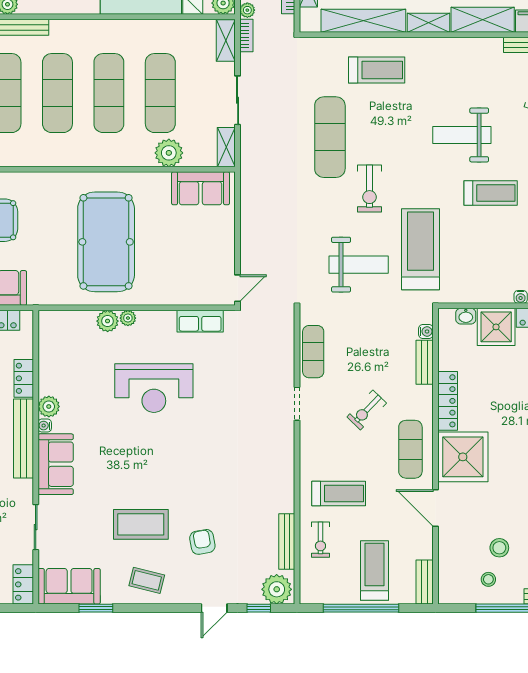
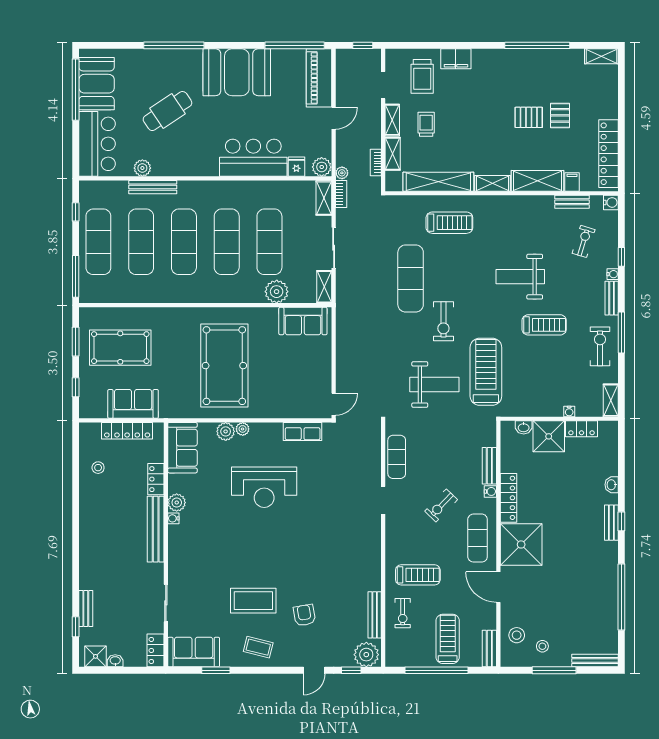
water cooler: (426, 331) -> (490, 491), moved
sofa: (56, 464) -> (182, 448), moved
stool: (499, 548) -> (517, 635), moved

